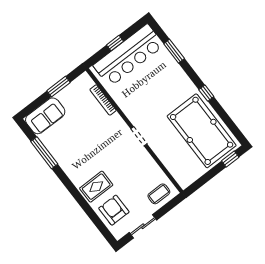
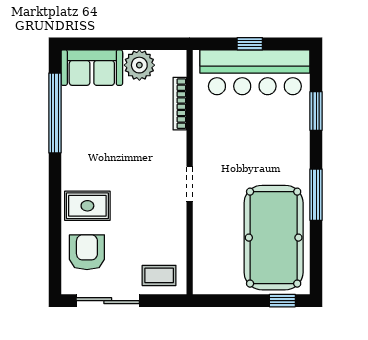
window: (59, 87) -> (137, 44), removed
window: (206, 93) -> (316, 195), width x2.17
plant: (68, 96) -> (139, 65), added
window: (44, 153) -> (55, 113), width x1.46
sliding door: (143, 226) -> (108, 301), width x1.37

